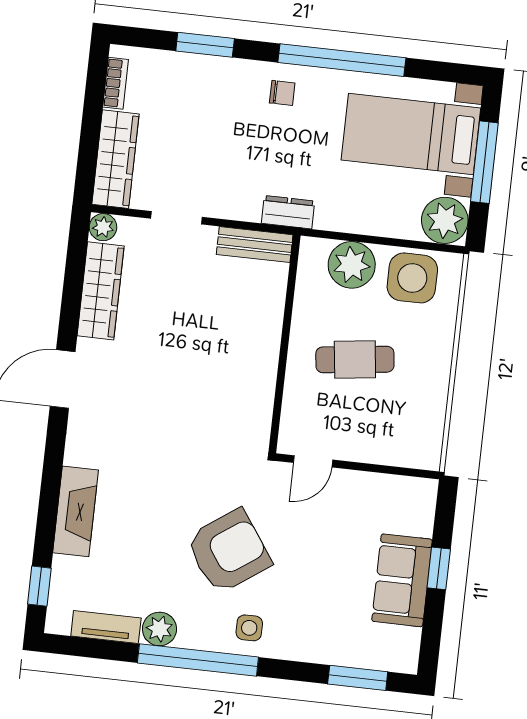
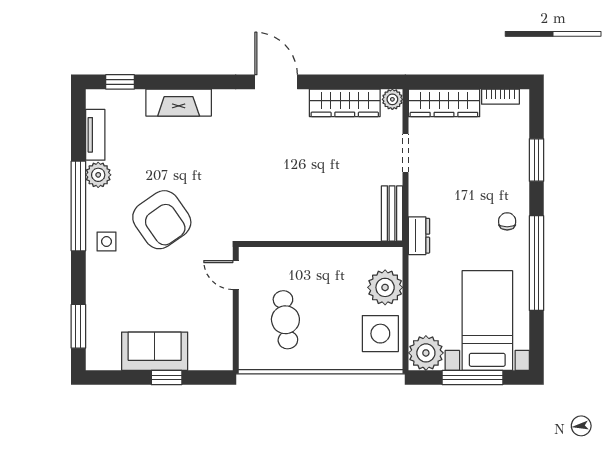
chair: (282, 93) -> (507, 221), turned 180
cafe table: (355, 360) -> (285, 320), moved

